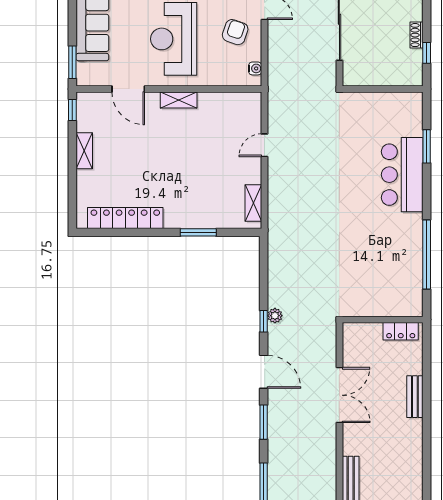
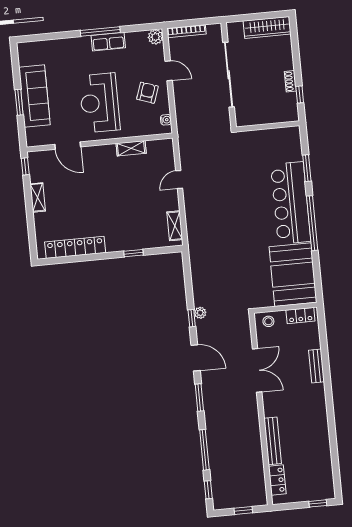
window: (72, 62) -> (19, 102), moved
shelving: (179, 100) -> (131, 148), moved
bar counter: (402, 175) -> (291, 203), width x1.36
window: (198, 232) -> (134, 253), width x0.67
window: (427, 254) -> (312, 223), moved
booth: (396, 279) -> (293, 275), added
stool: (360, 335) -> (268, 321), added

